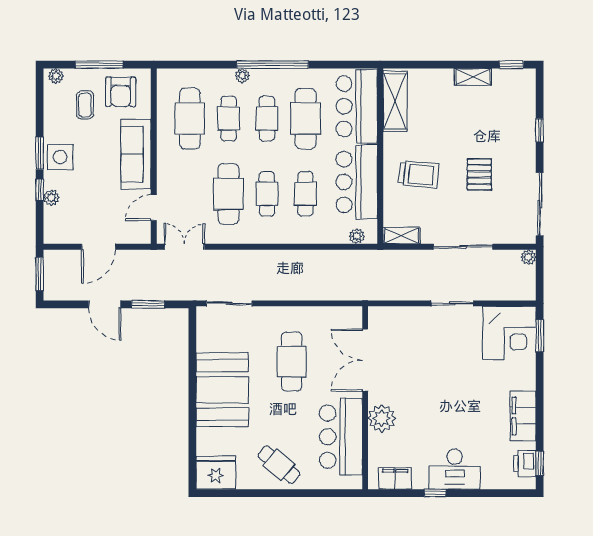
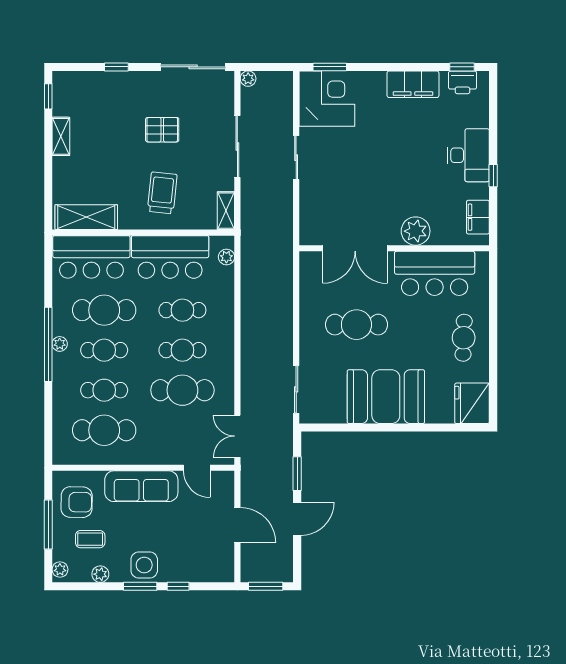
plant: (242, 76) -> (60, 344), moved
plant: (51, 198) -> (100, 574), moved
cafe table: (279, 465) -> (464, 338), turned -38

